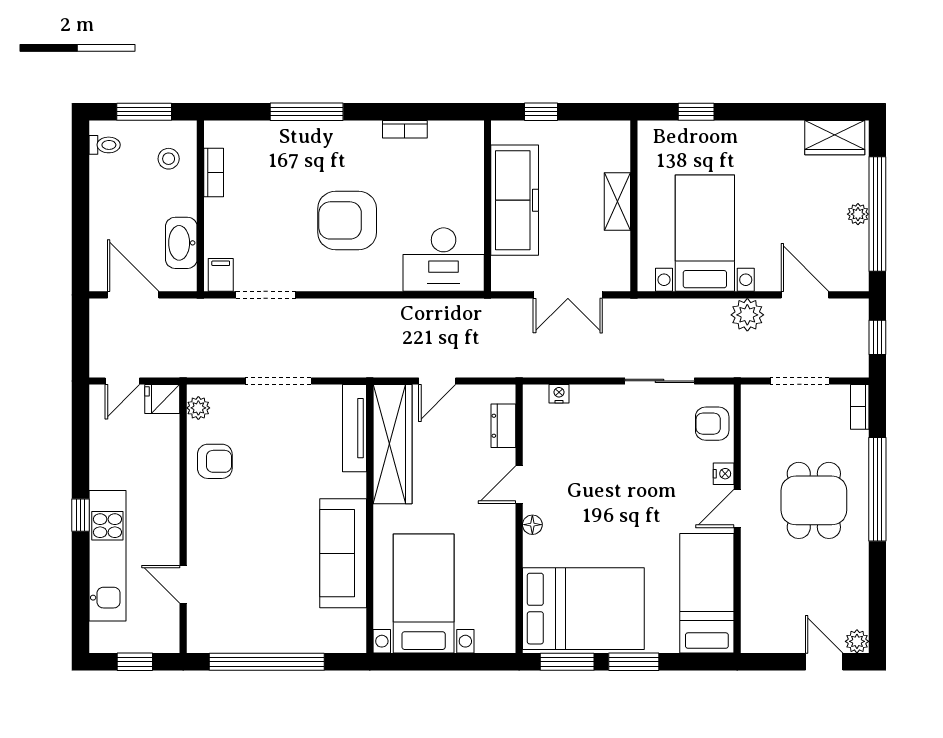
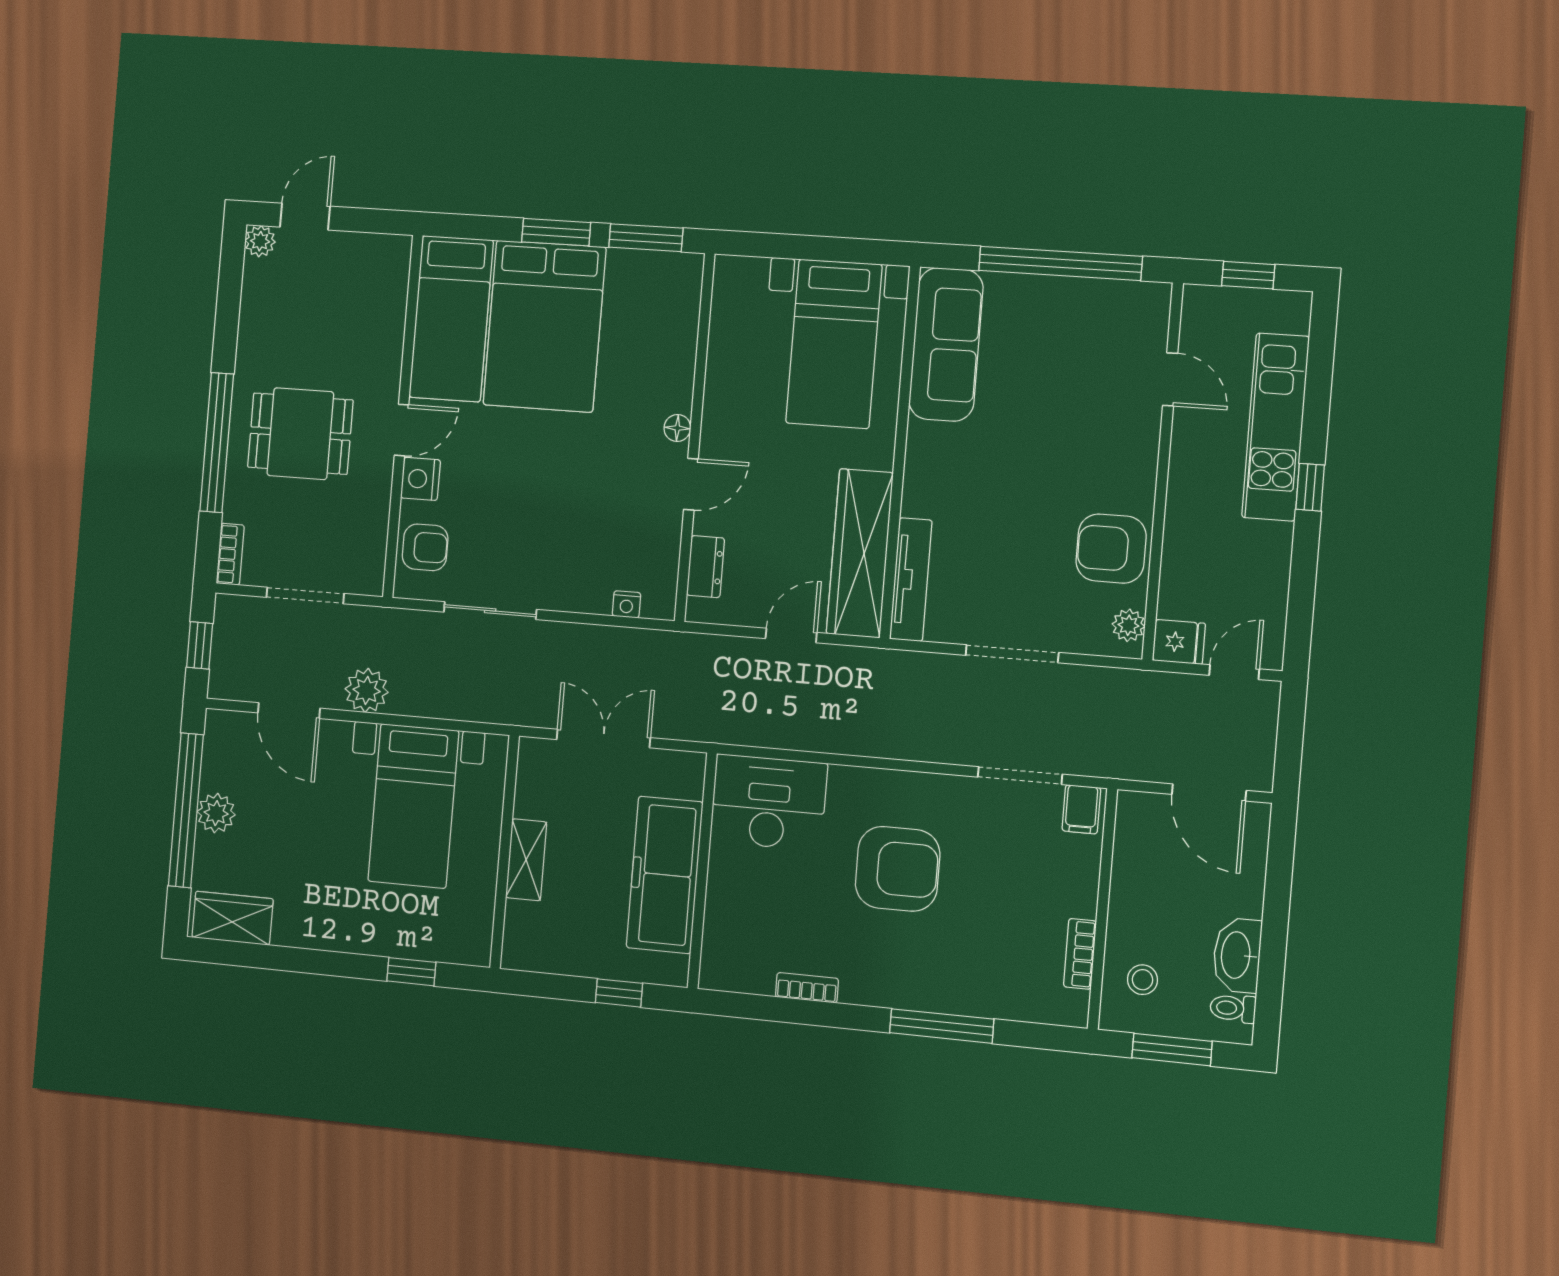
plant: (858, 214) -> (216, 813), width x1.38, depth x1.38
washbasin: (181, 243) -> (1237, 955), moved, turned 180
armchair: (215, 461) -> (1111, 549), width x1.38, depth x1.38
nightstand: (724, 474) -> (421, 479), width x1.39, depth x1.35
dining table: (814, 500) -> (300, 434), turned 90
sofa: (343, 553) -> (946, 344), moved
bed: (583, 609) -> (545, 326), moved, turned -90
door: (824, 662) -> (305, 217), swing flipped

